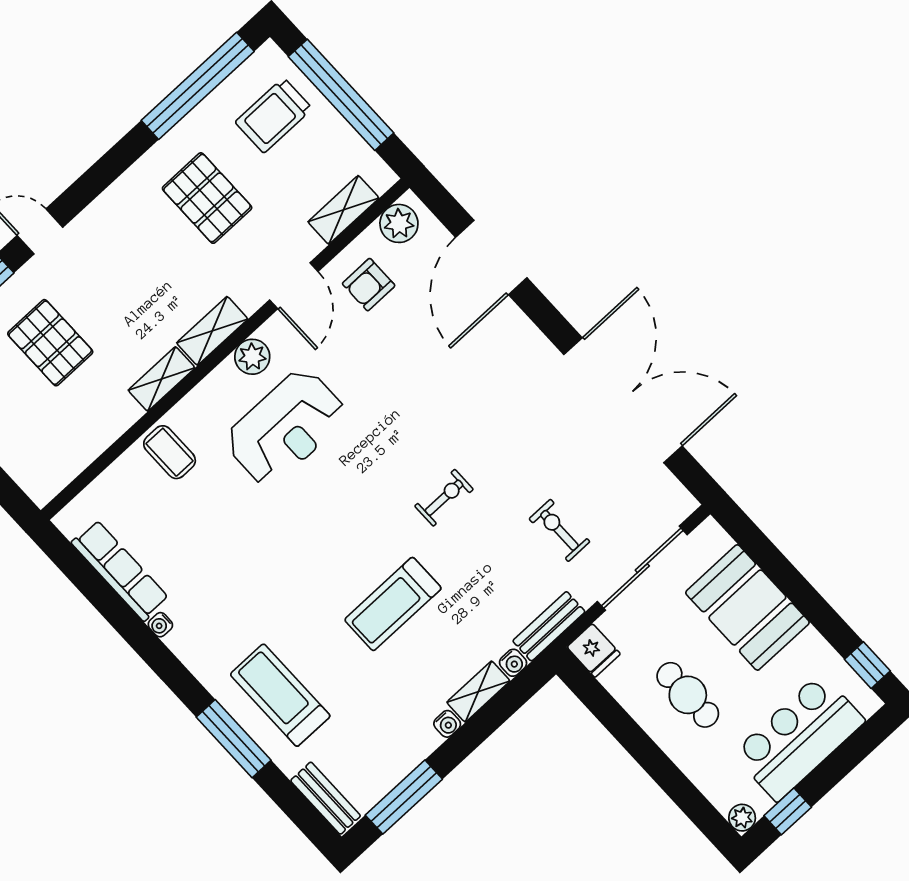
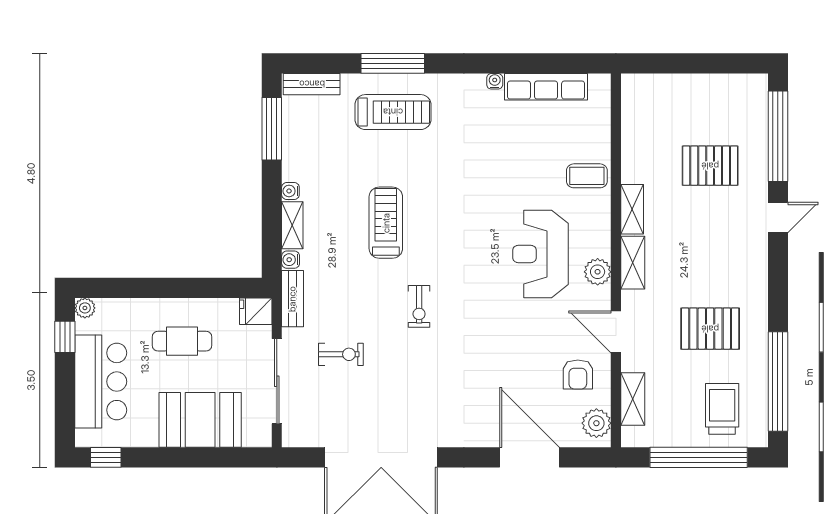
armchair: (369, 285) -> (578, 375), turned 180

